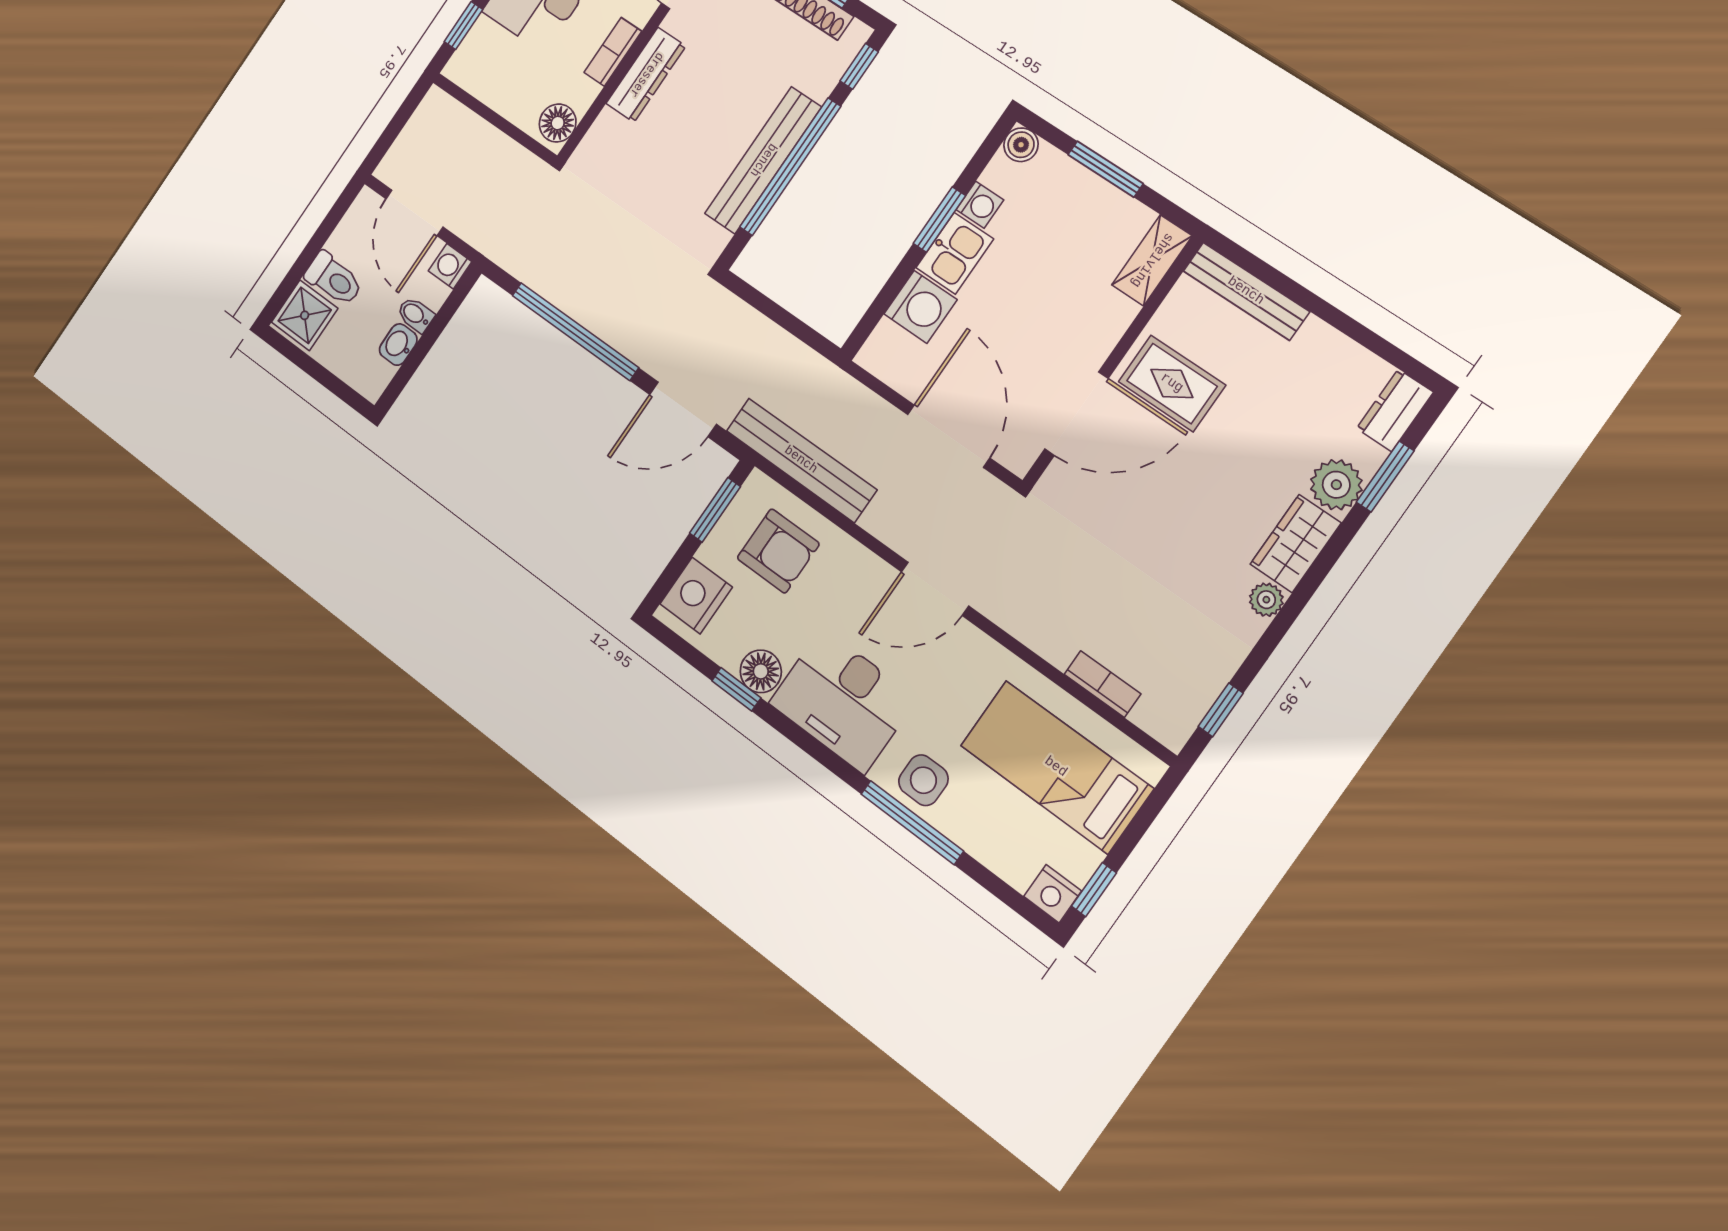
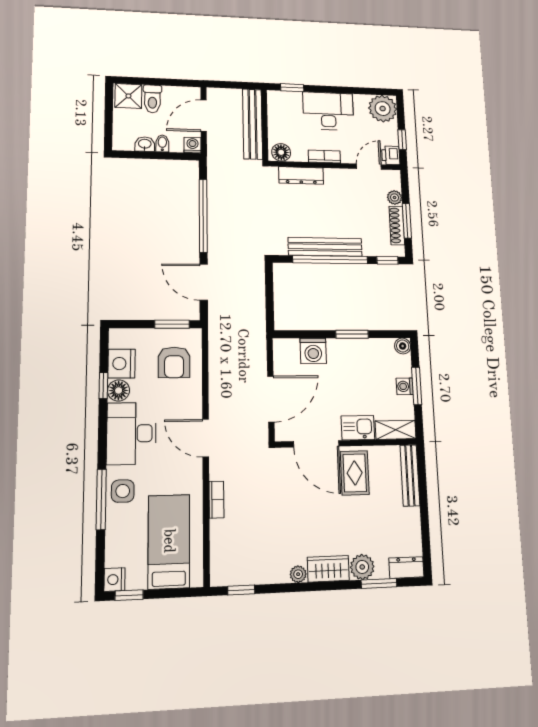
dresser: (646, 75) -> (301, 175), moved
washing machine: (980, 205) -> (405, 386), moved, turned 90
kitchen sink: (955, 253) -> (358, 428), moved, turned 180
bench: (801, 460) -> (253, 124), moved
nightstand: (696, 596) -> (122, 364), moved, turned -90
bookcase: (1102, 684) -> (216, 500), moved

